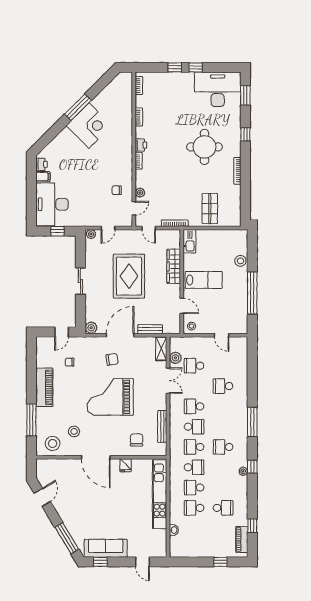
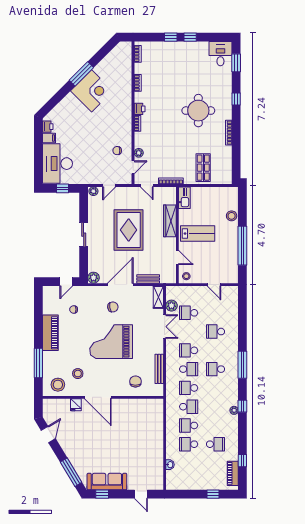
desk: (218, 89) -> (220, 54), width x0.53, depth x0.77
school desk: (223, 447) -> (215, 369), moved
fridge: (126, 465) -> (76, 405), moved
kitchen unit: (160, 494) -> (157, 432), removed

